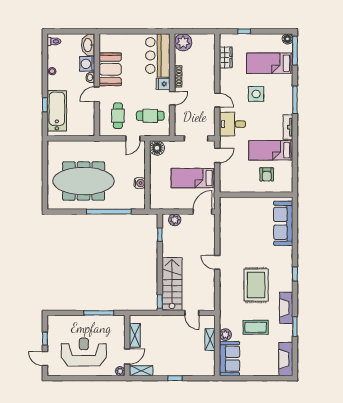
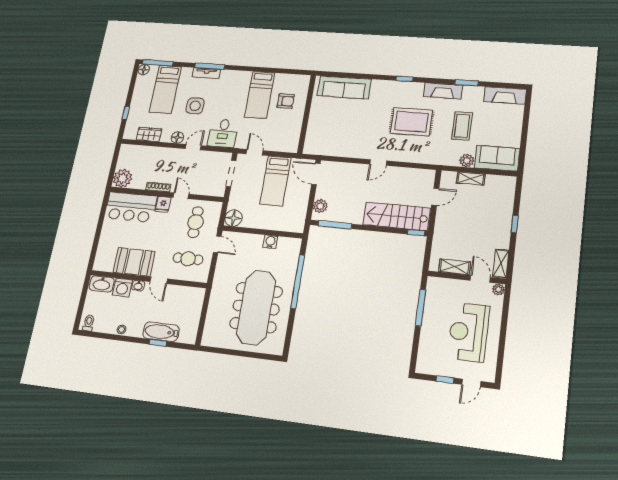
floor lamp: (225, 84) -> (177, 137), added
bathtub: (57, 111) -> (161, 332), width x0.73, depth x0.73
tv unit: (288, 127) -> (206, 73), moved
window: (160, 235) -> (335, 225), width x2.17

